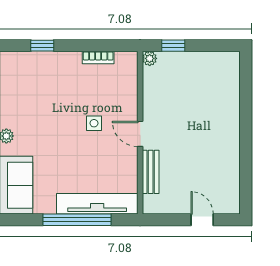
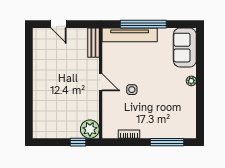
window: (42, 46) -> (167, 142), width x2.17
plant: (150, 58) -> (90, 129), width x1.87, depth x1.87
bench: (151, 172) -> (93, 43), moved

